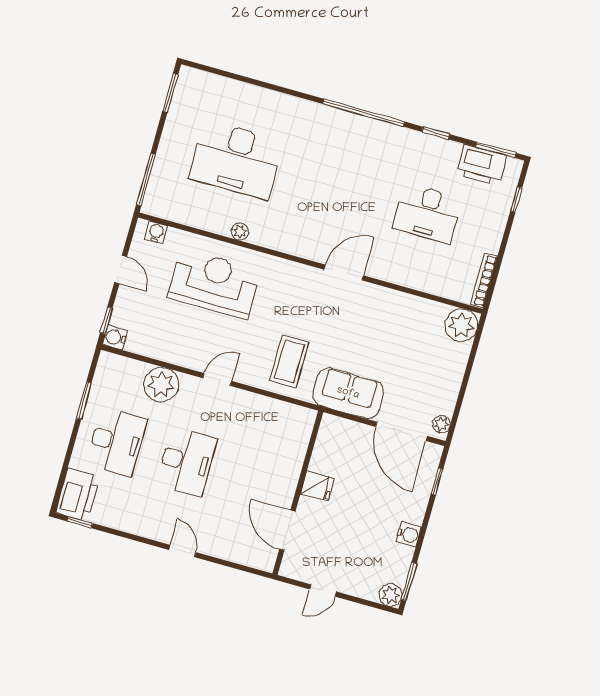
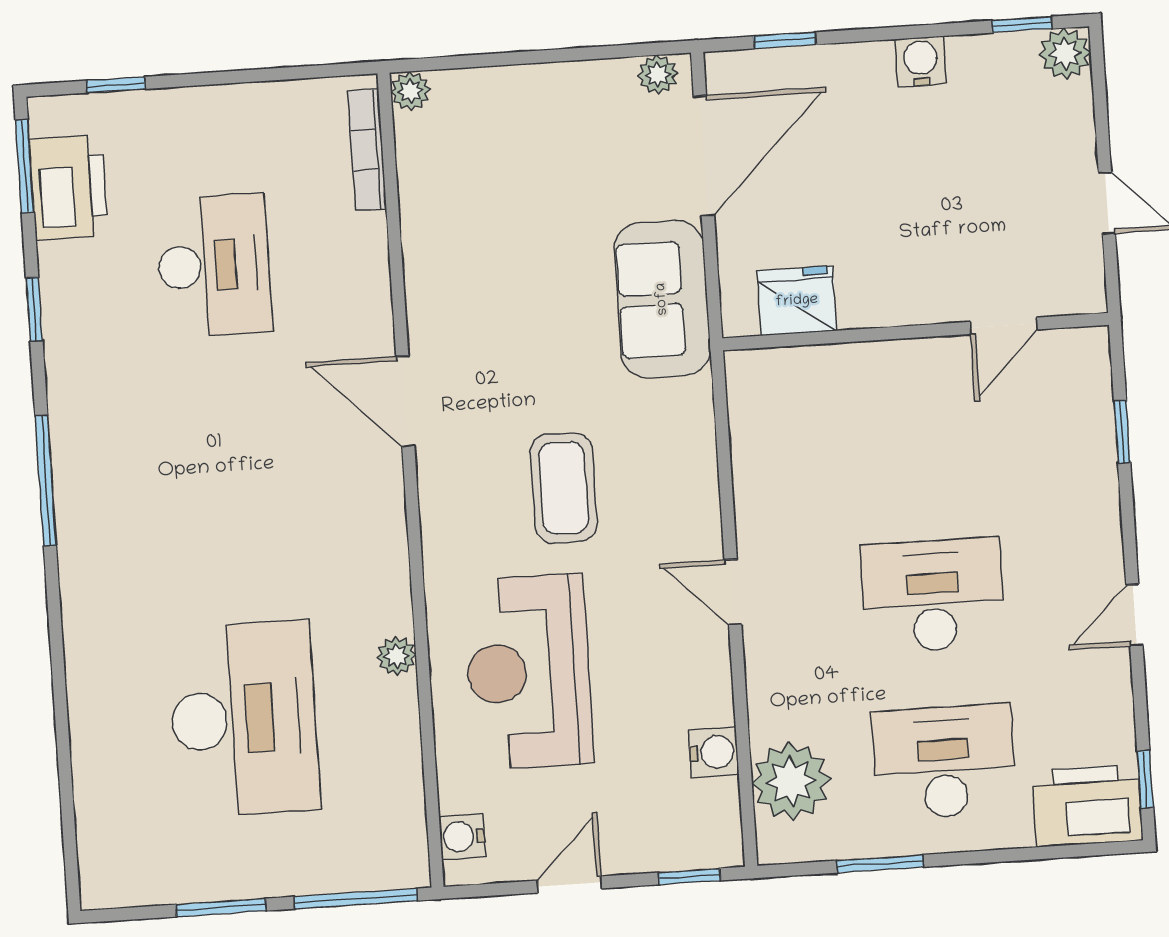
window: (170, 93) -> (221, 908), moved
window: (363, 113) -> (46, 481), width x0.68
bookcase: (484, 280) -> (367, 150), moved, turned 90
plant: (461, 325) -> (410, 91), width x0.53, depth x0.53
water cooler: (115, 337) -> (714, 752), moved, turned -90
coffee table: (289, 361) -> (564, 488), moved, turned 90
plant: (161, 385) -> (791, 781), moved
fridge: (317, 486) -> (797, 301), moved, width x1.38
door: (287, 530) -> (1004, 326), width x0.73
door: (182, 551) -> (1134, 615), moved
window: (226, 563) -> (1122, 432), added
window: (409, 581) -> (1022, 25), width x0.67

